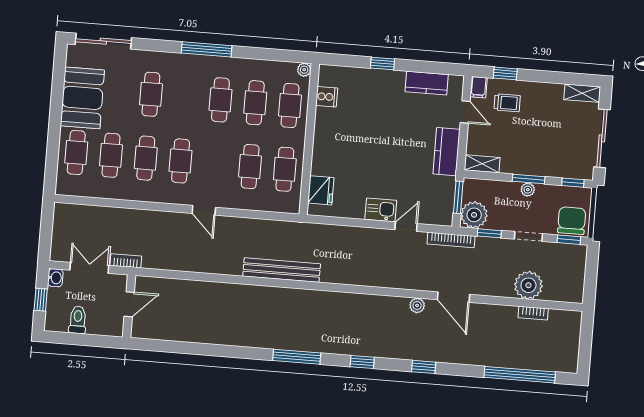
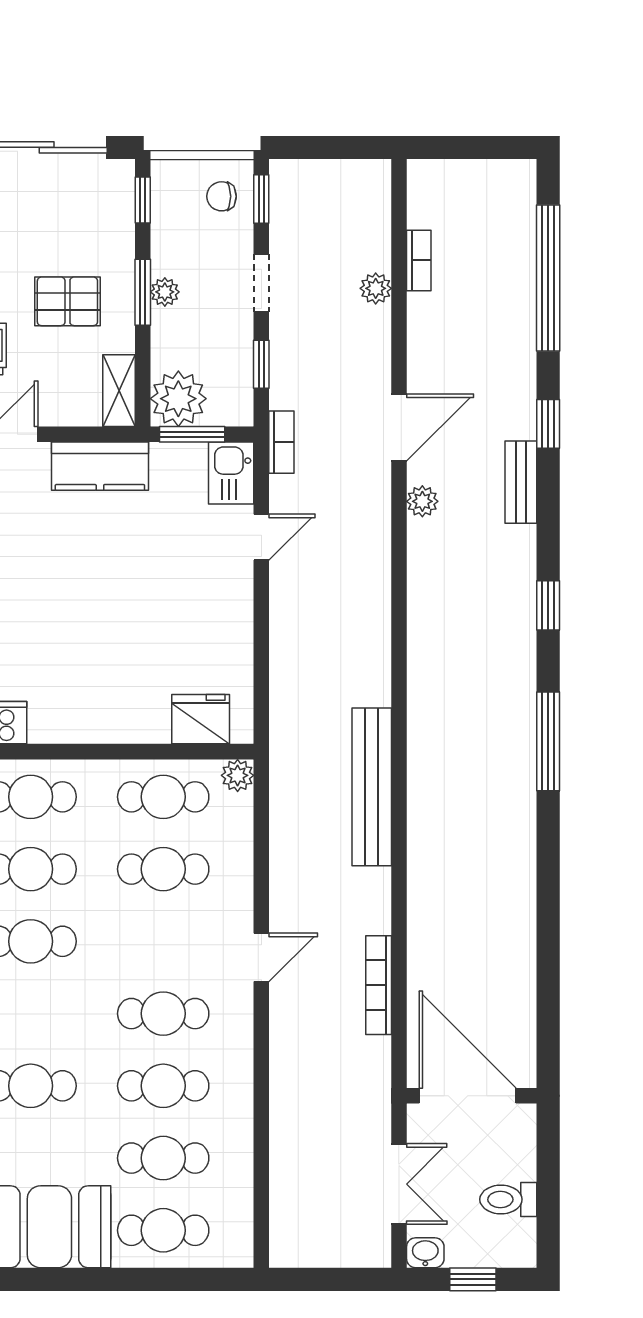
pallet: (527, 142) -> (67, 301), added
plant: (292, 206) -> (238, 775), added
kitchen sink: (381, 210) -> (231, 473), moved
plant: (474, 215) -> (178, 399), moved
chair: (572, 221) -> (222, 196), width x0.54, depth x0.54
door: (406, 227) -> (261, 537), swing flipped
bookcase: (451, 240) -> (281, 442), width x0.64
bookcase: (126, 261) -> (379, 985), moved, width x1.56
double door: (89, 268) -> (399, 1184), swing flipped
plant: (528, 285) -> (376, 288), width x0.53, depth x0.53
door: (129, 304) -> (468, 1096), width x1.88
bench: (422, 354) -> (521, 482), added
window: (424, 367) -> (548, 424), moved

